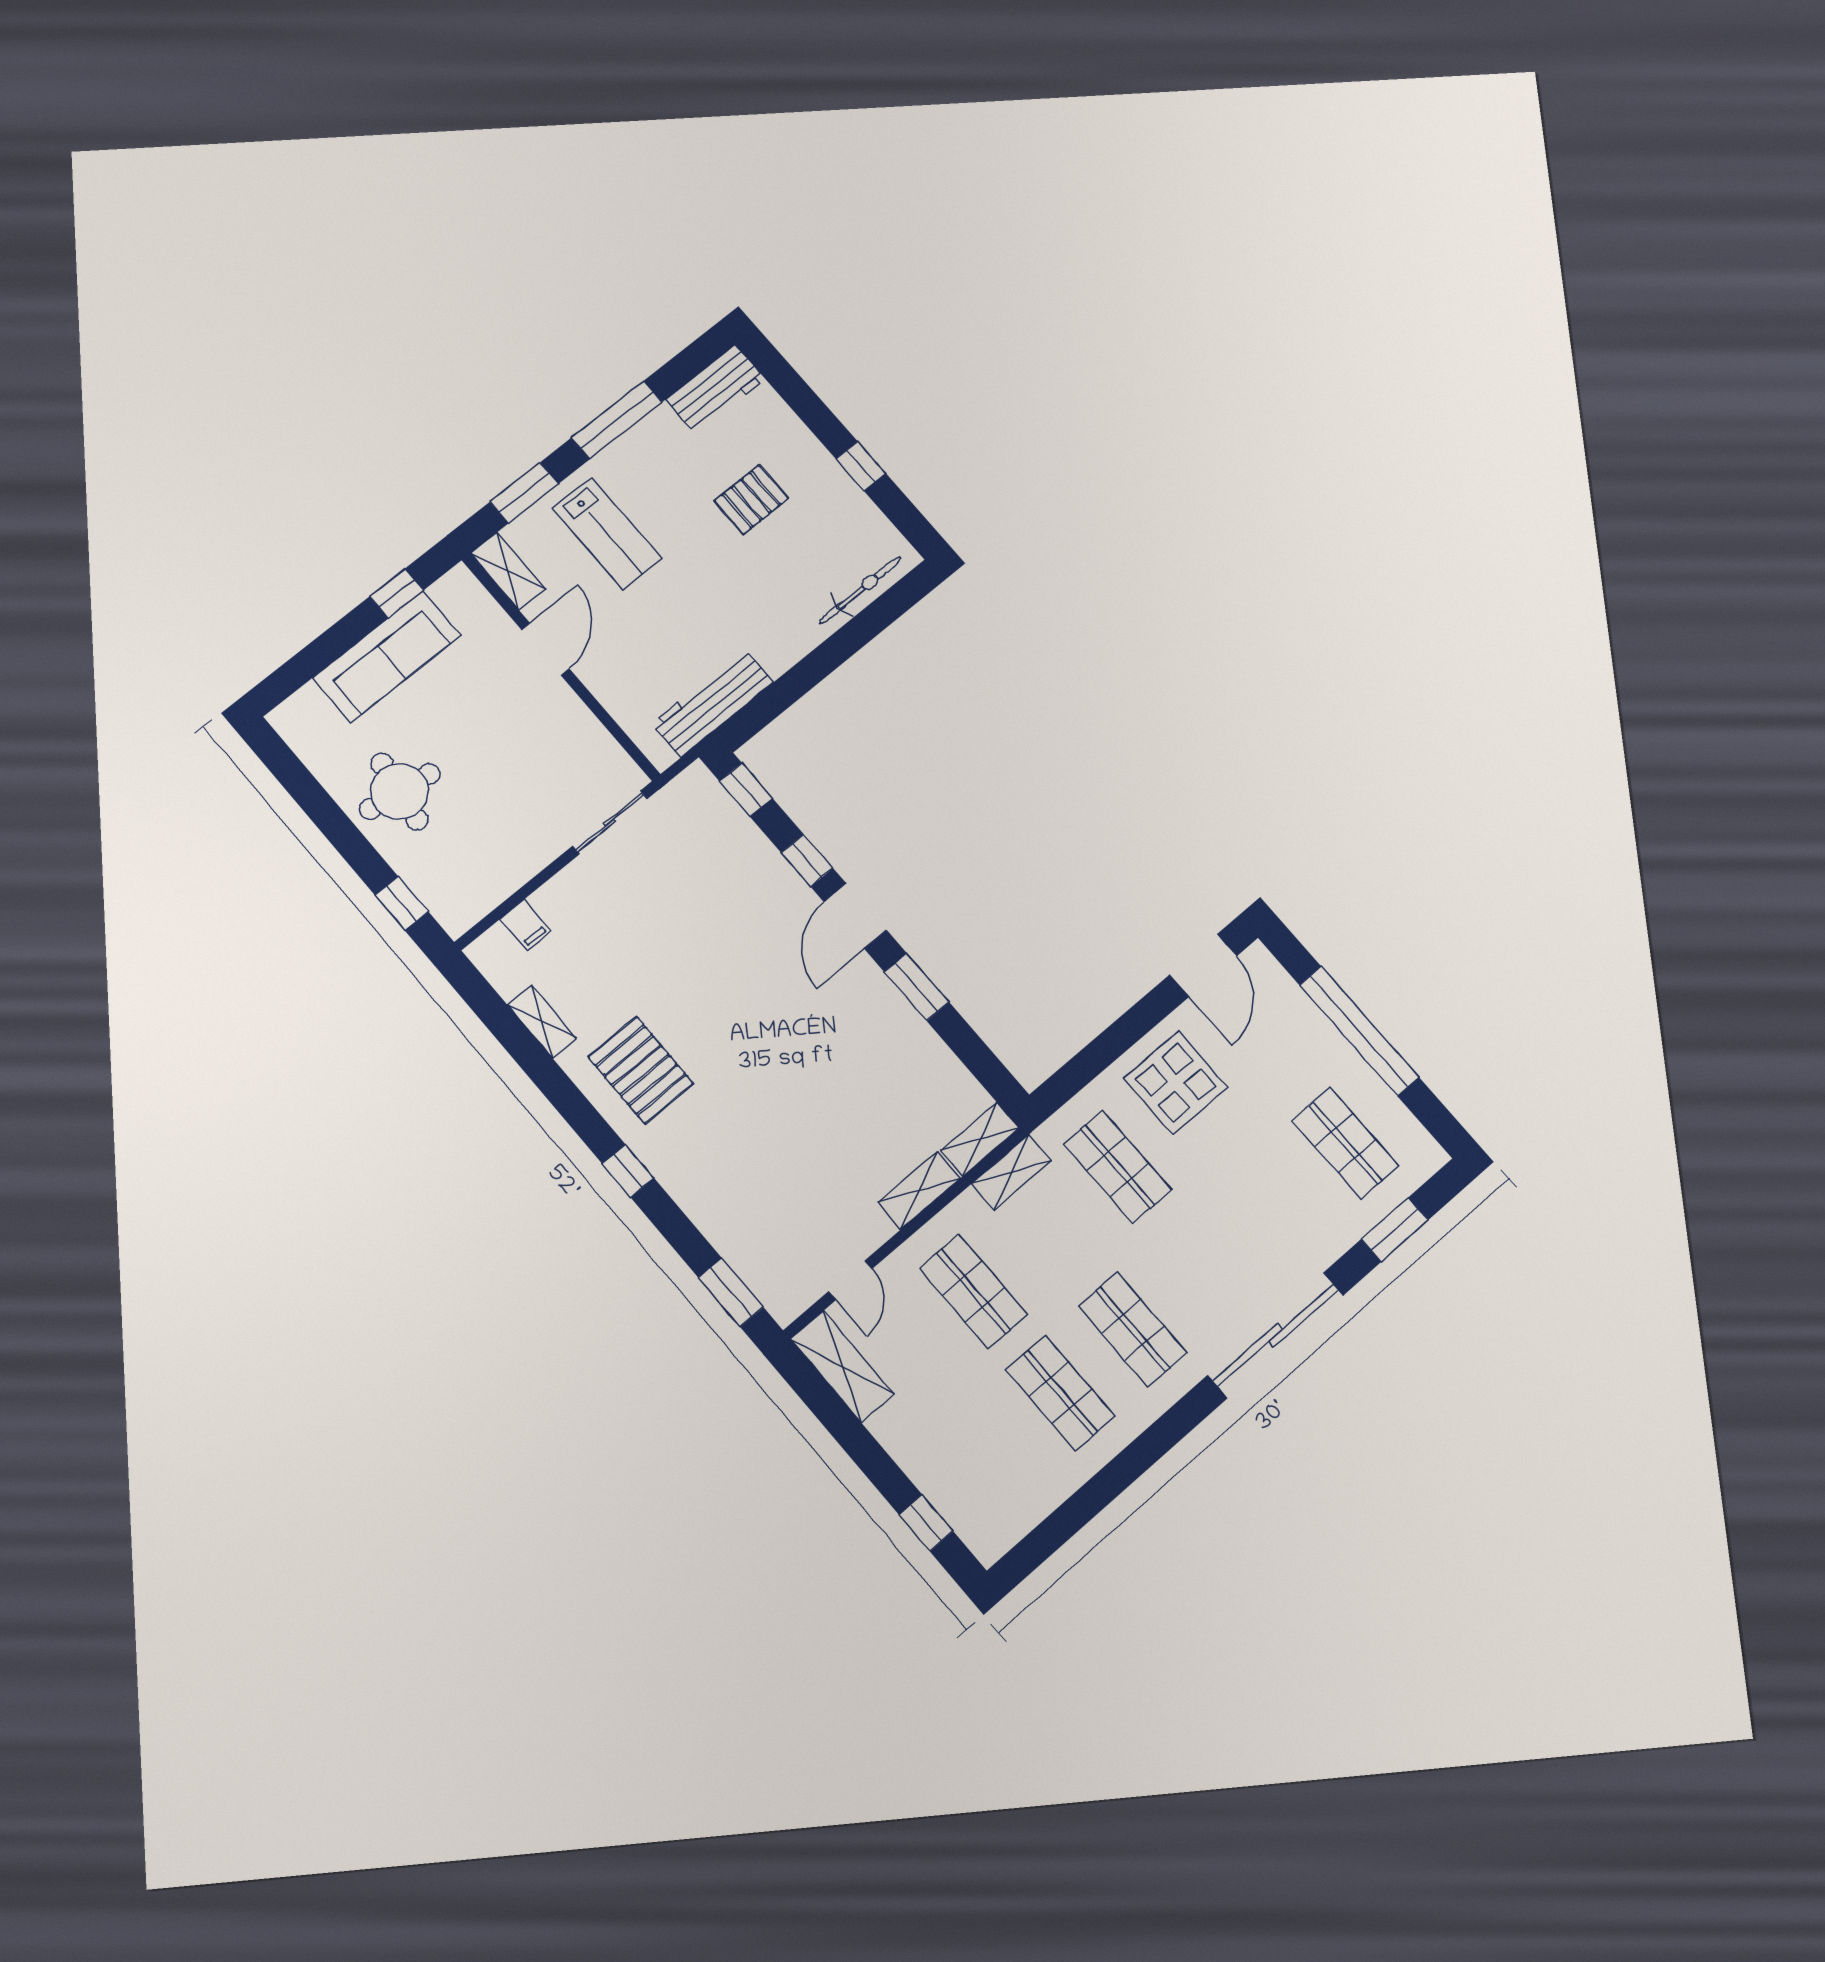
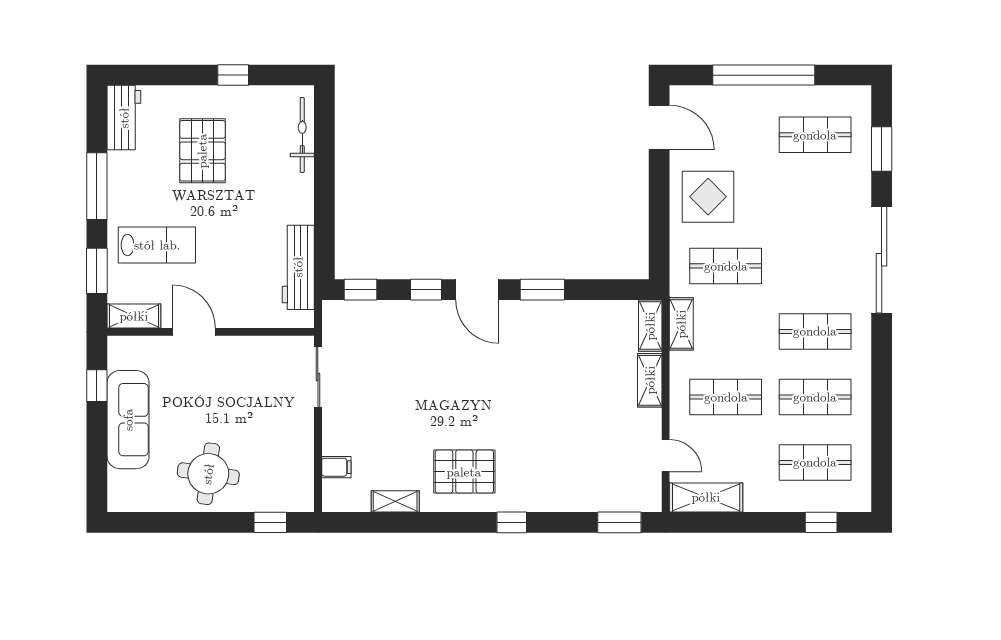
pallet: (751, 500) -> (202, 151), width x1.50, depth x1.42
shop shelf: (987, 1457) -> (815, 462), added

